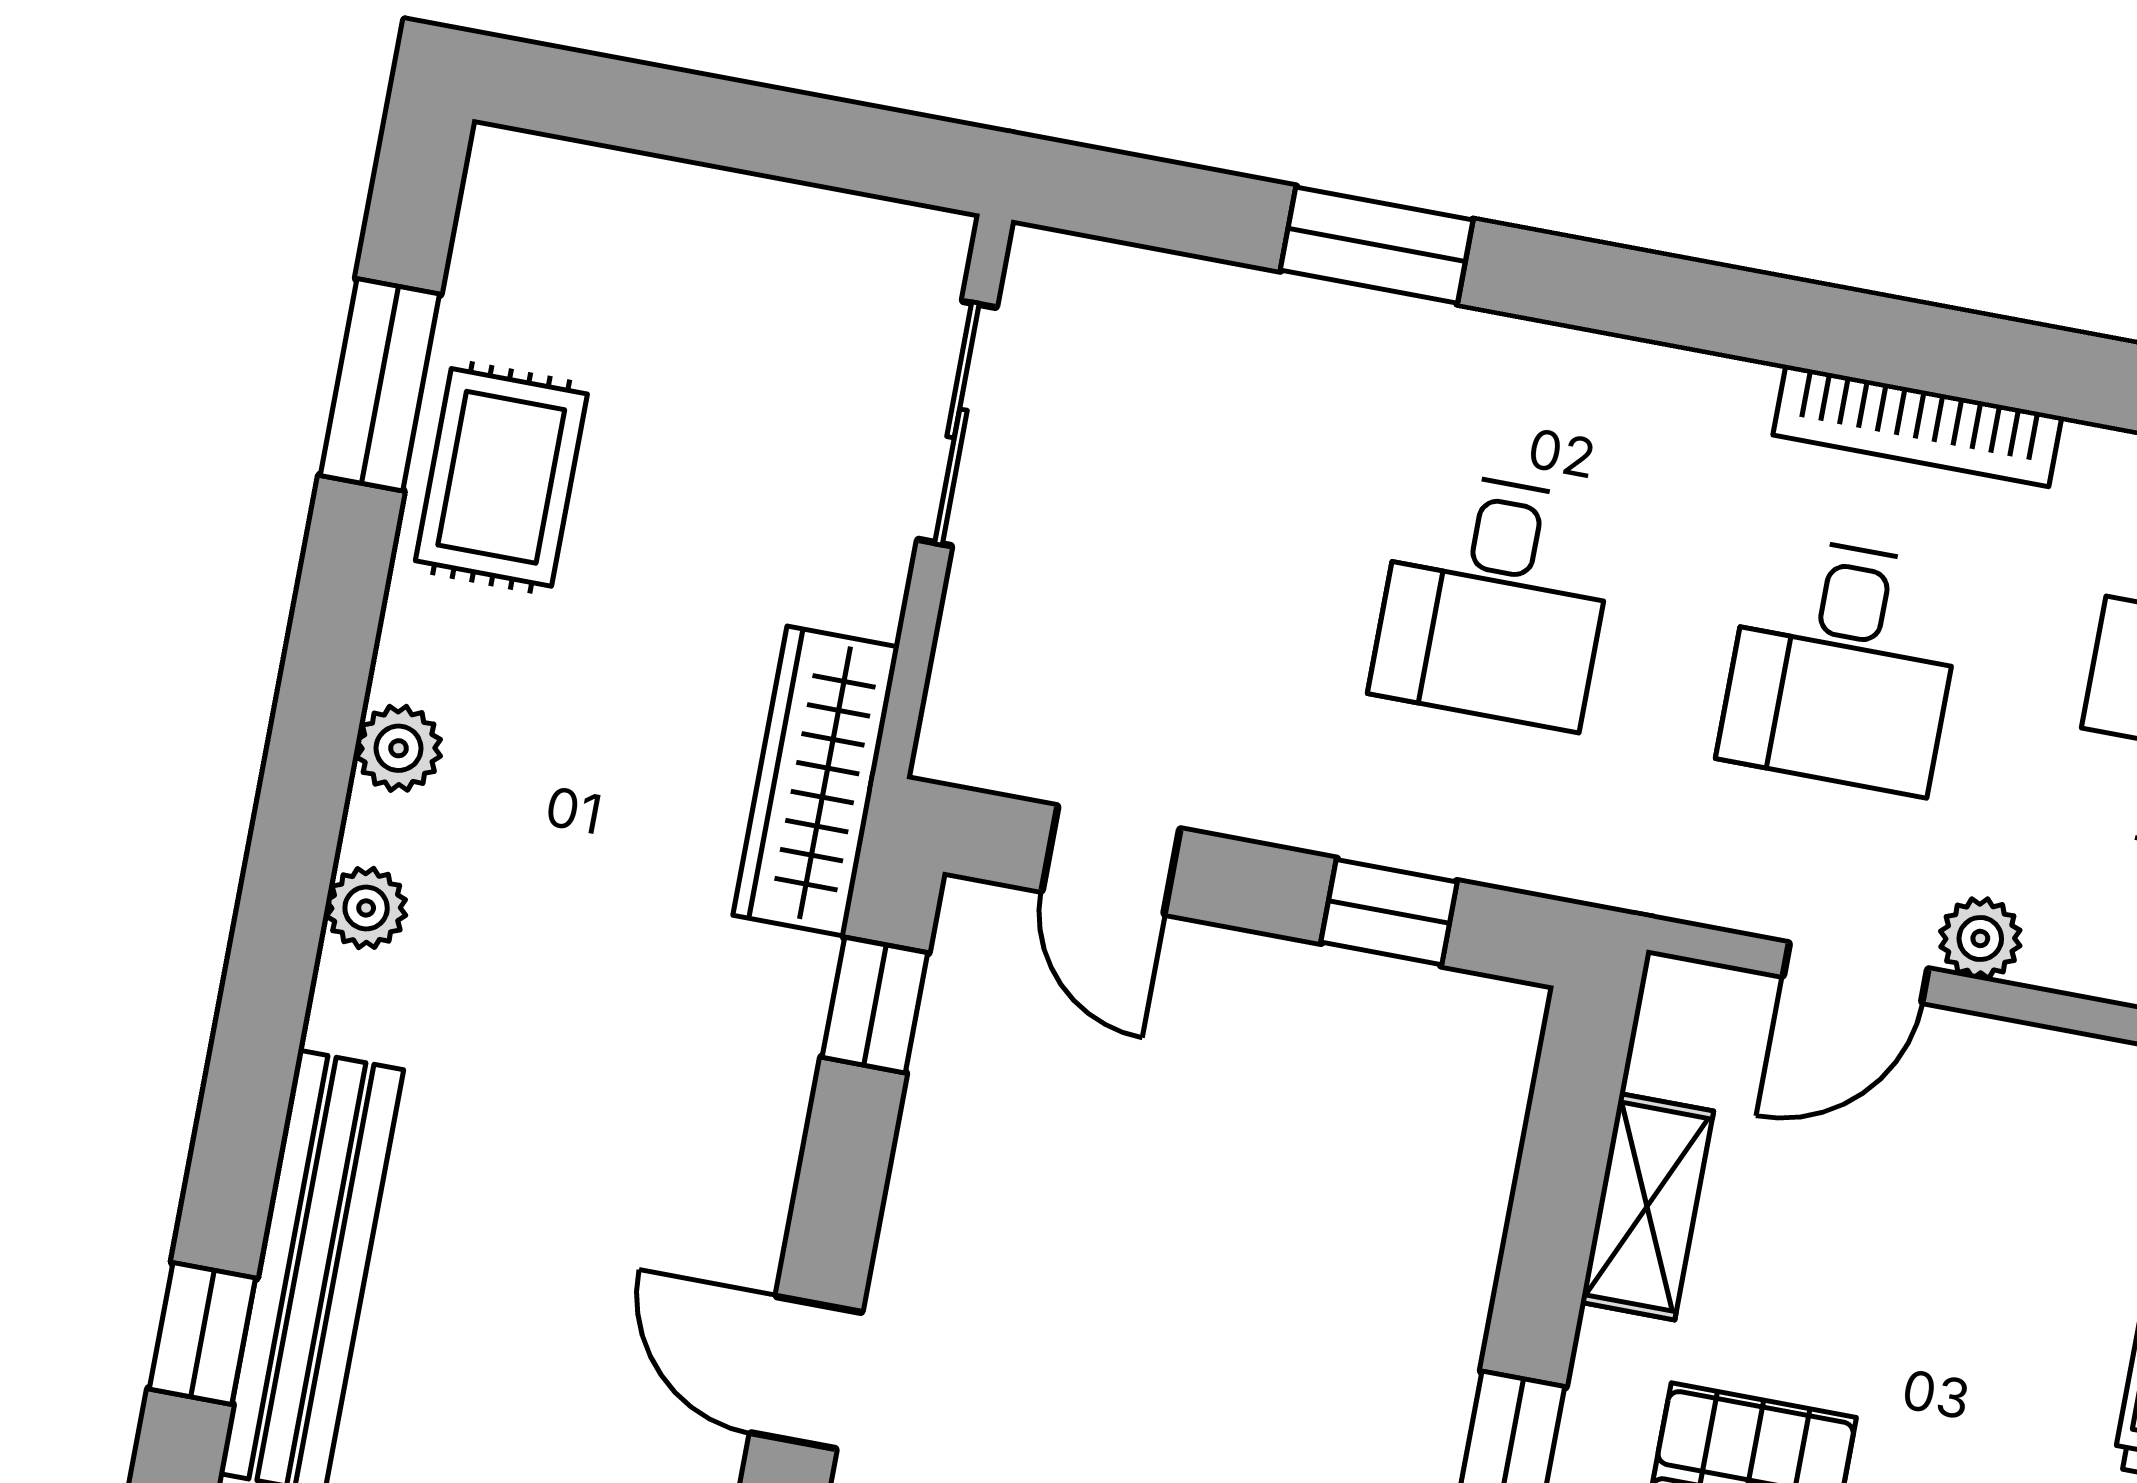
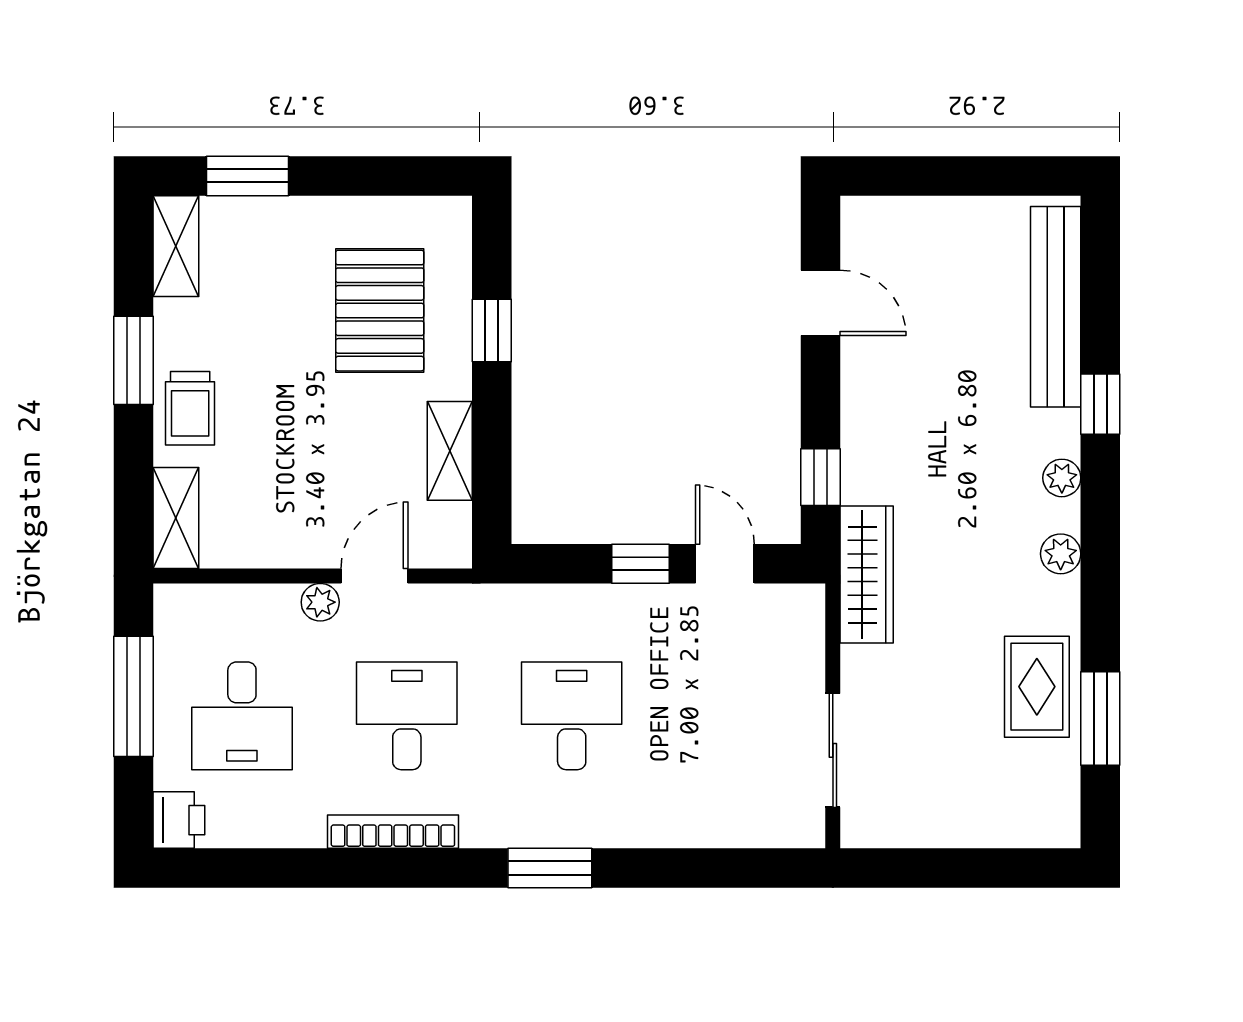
window: (1377, 245) -> (550, 868), moved
window: (1389, 912) -> (640, 564), moved
window: (202, 1333) -> (1100, 404), moved

